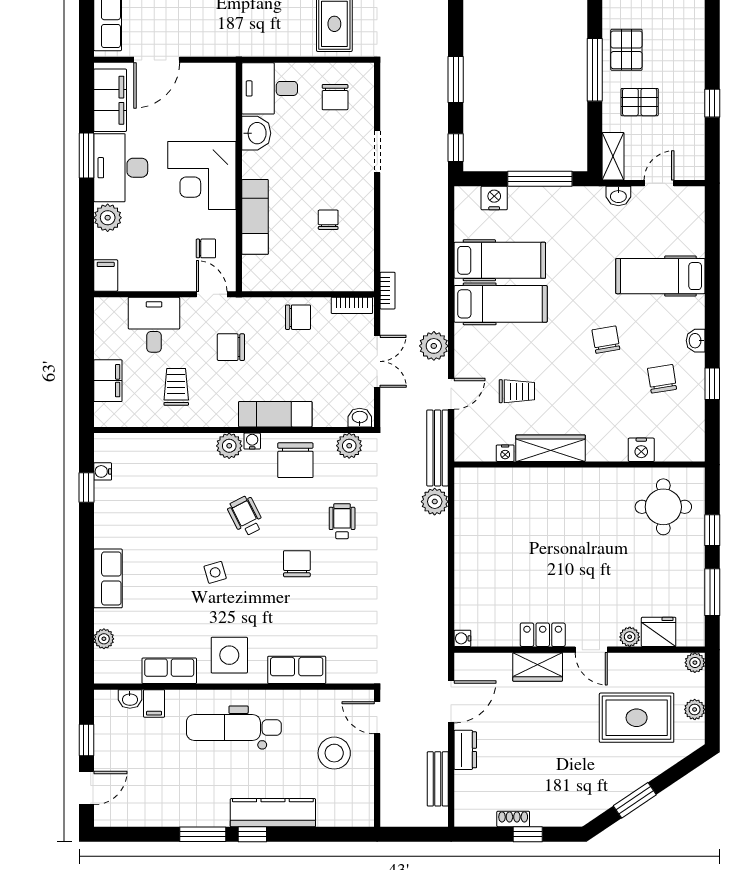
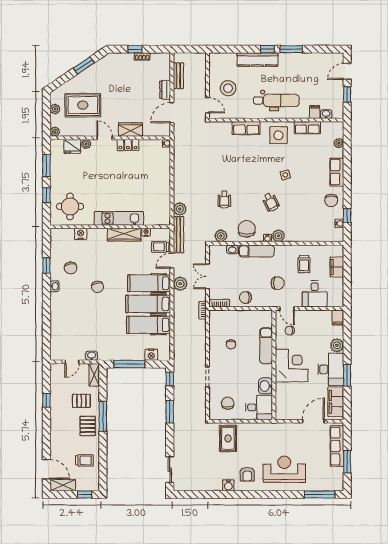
hospital bed: (660, 276) -> (149, 283), moved, turned 180
trolley: (517, 391) -> (160, 247), moved
washbasin: (360, 418) -> (232, 249), moved
kitchen unit: (562, 482) -> (119, 218), added
chair: (297, 564) -> (331, 200), moved

